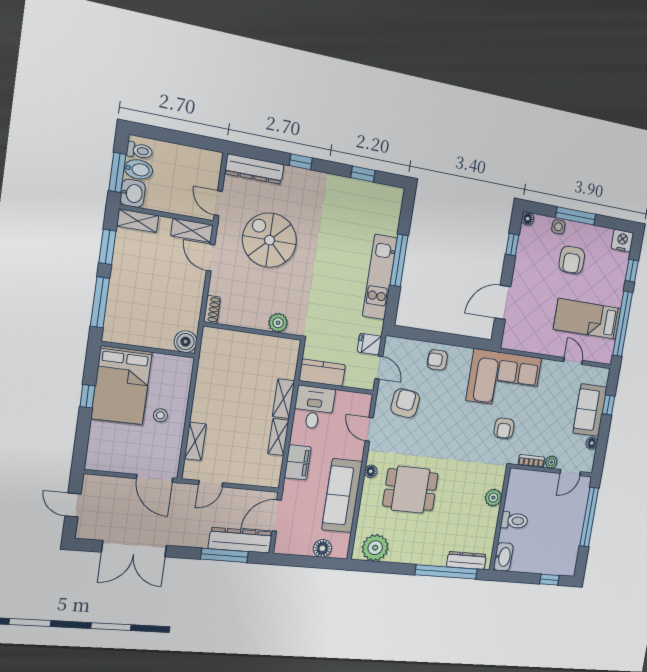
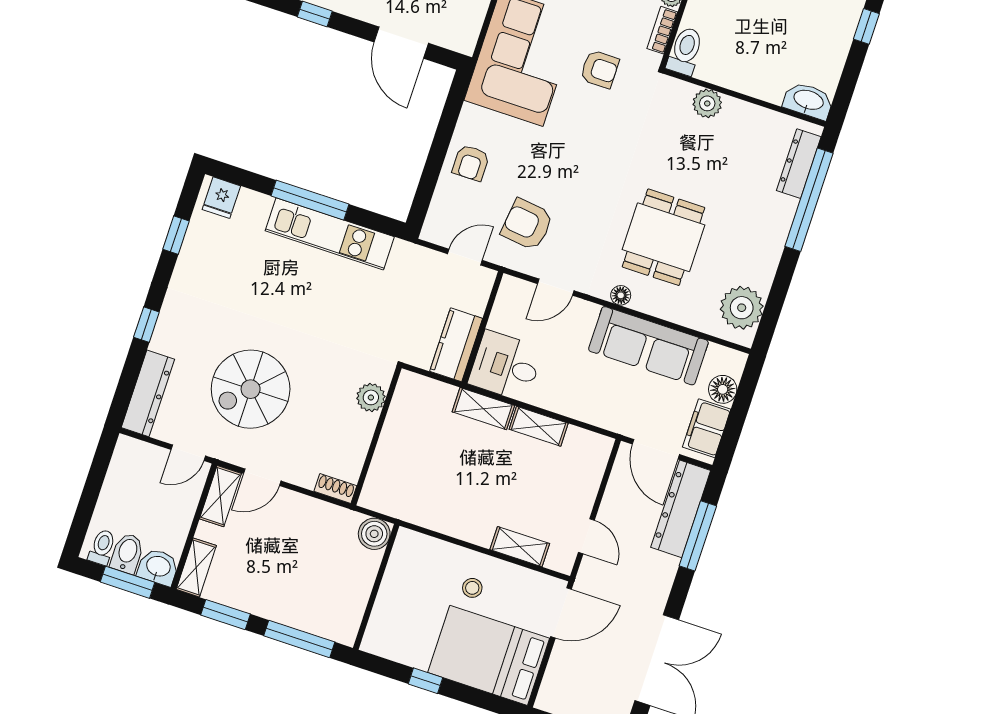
fridge: (370, 344) -> (221, 198), moved
bed: (122, 385) -> (489, 655), moved, turned 180
filing cabinet: (298, 462) -> (707, 428), moved, turned -90
toilet: (514, 521) -> (685, 51), moved

